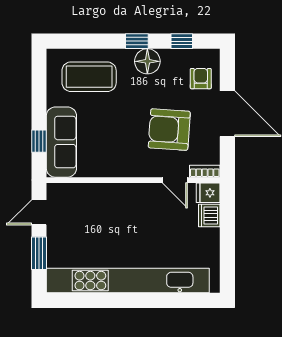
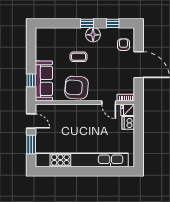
coffee table: (89, 77) -> (79, 57), moved, width x0.54, depth x0.58
armchair: (169, 130) -> (76, 88), moved
door: (39, 212) -> (31, 121), swing flipped

